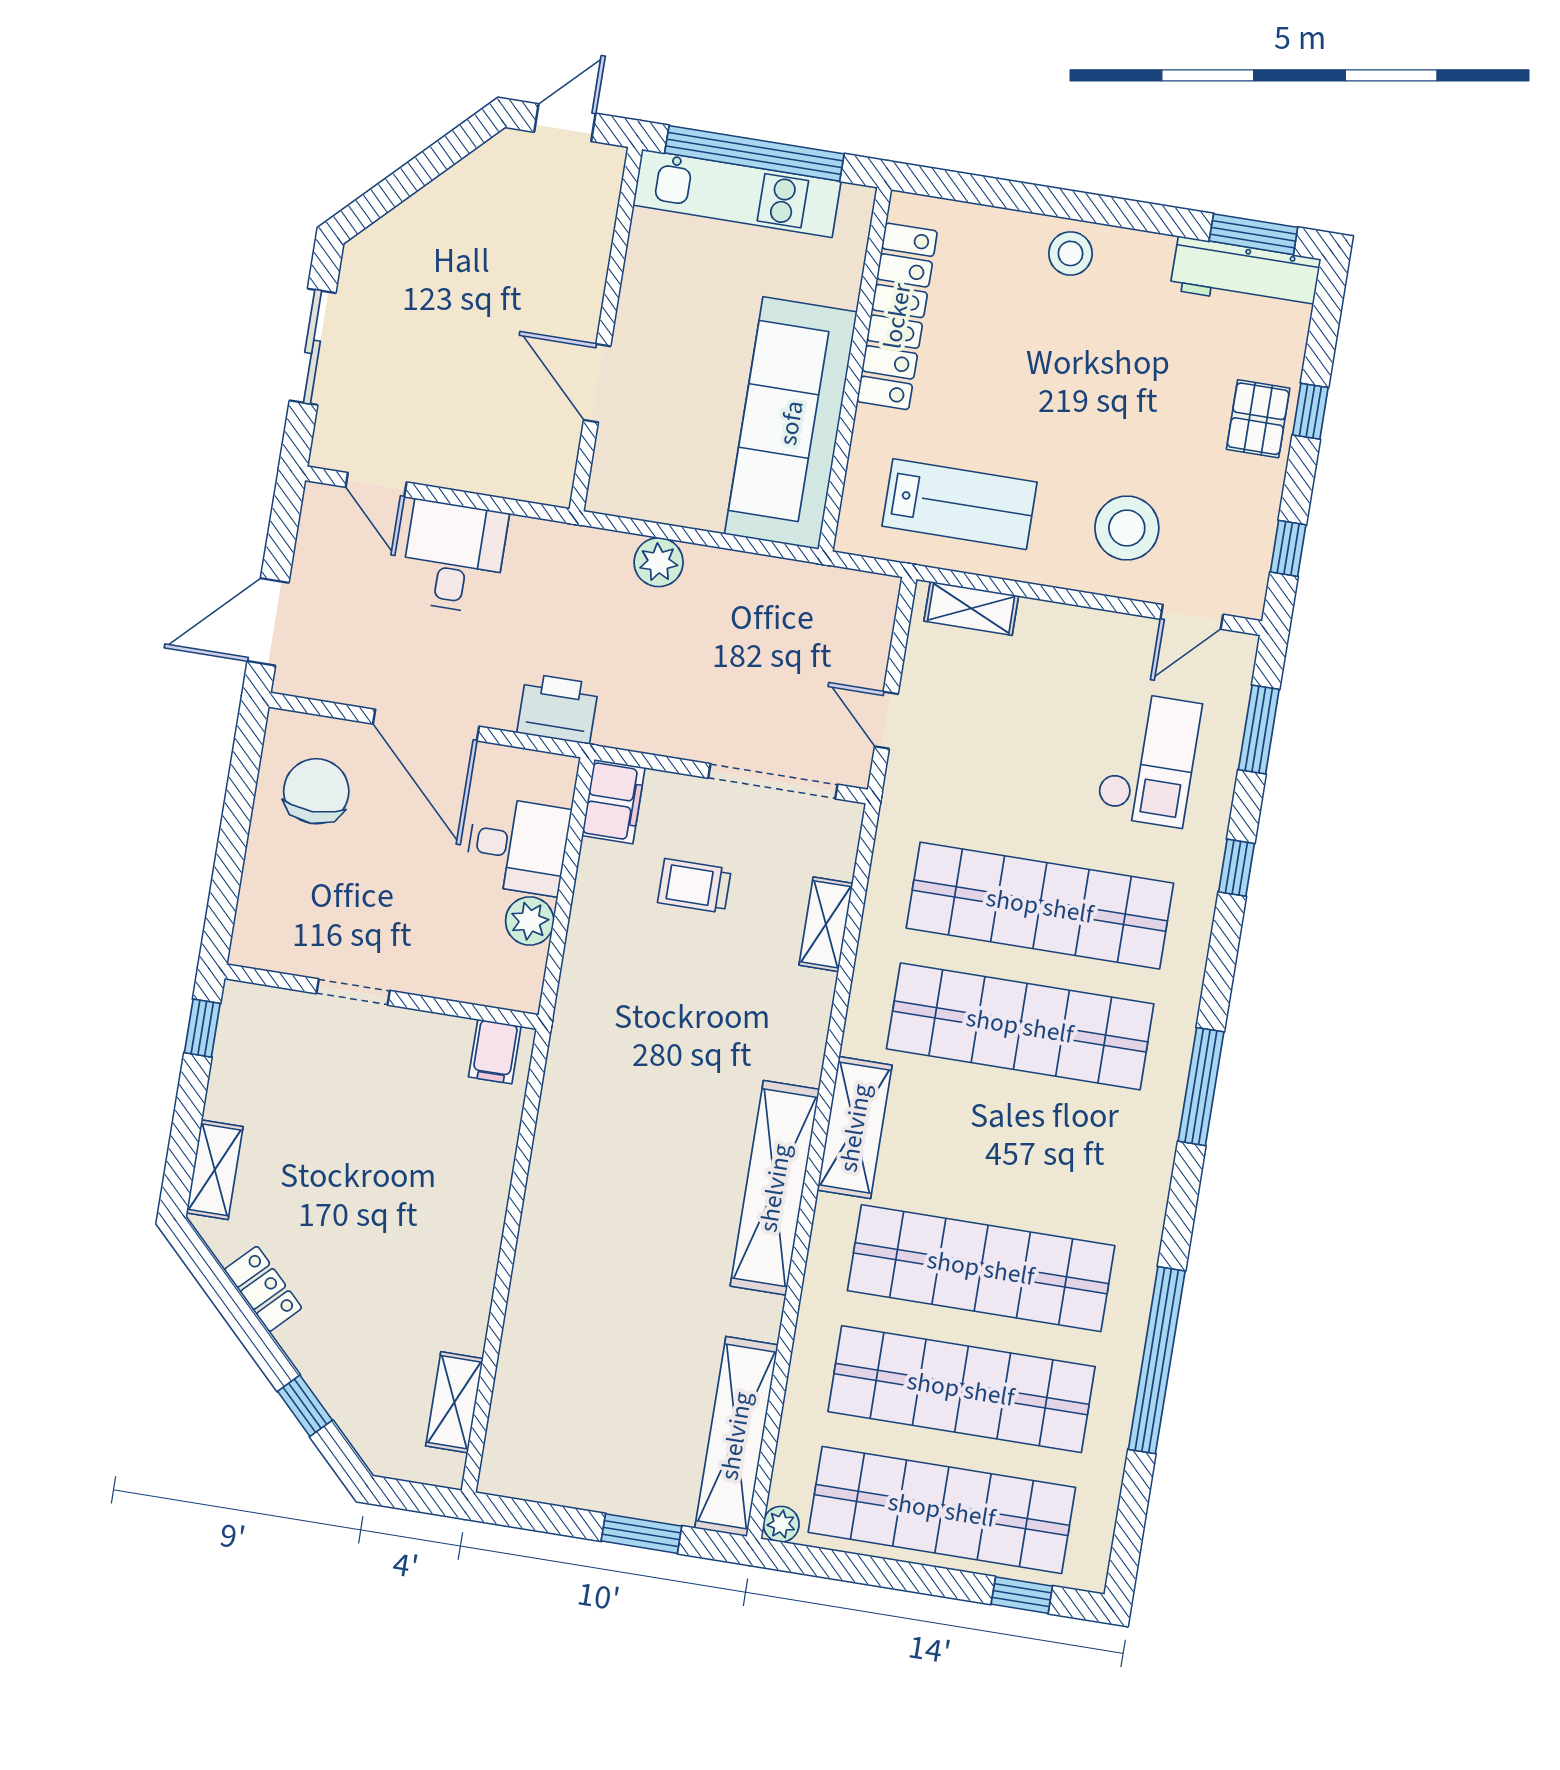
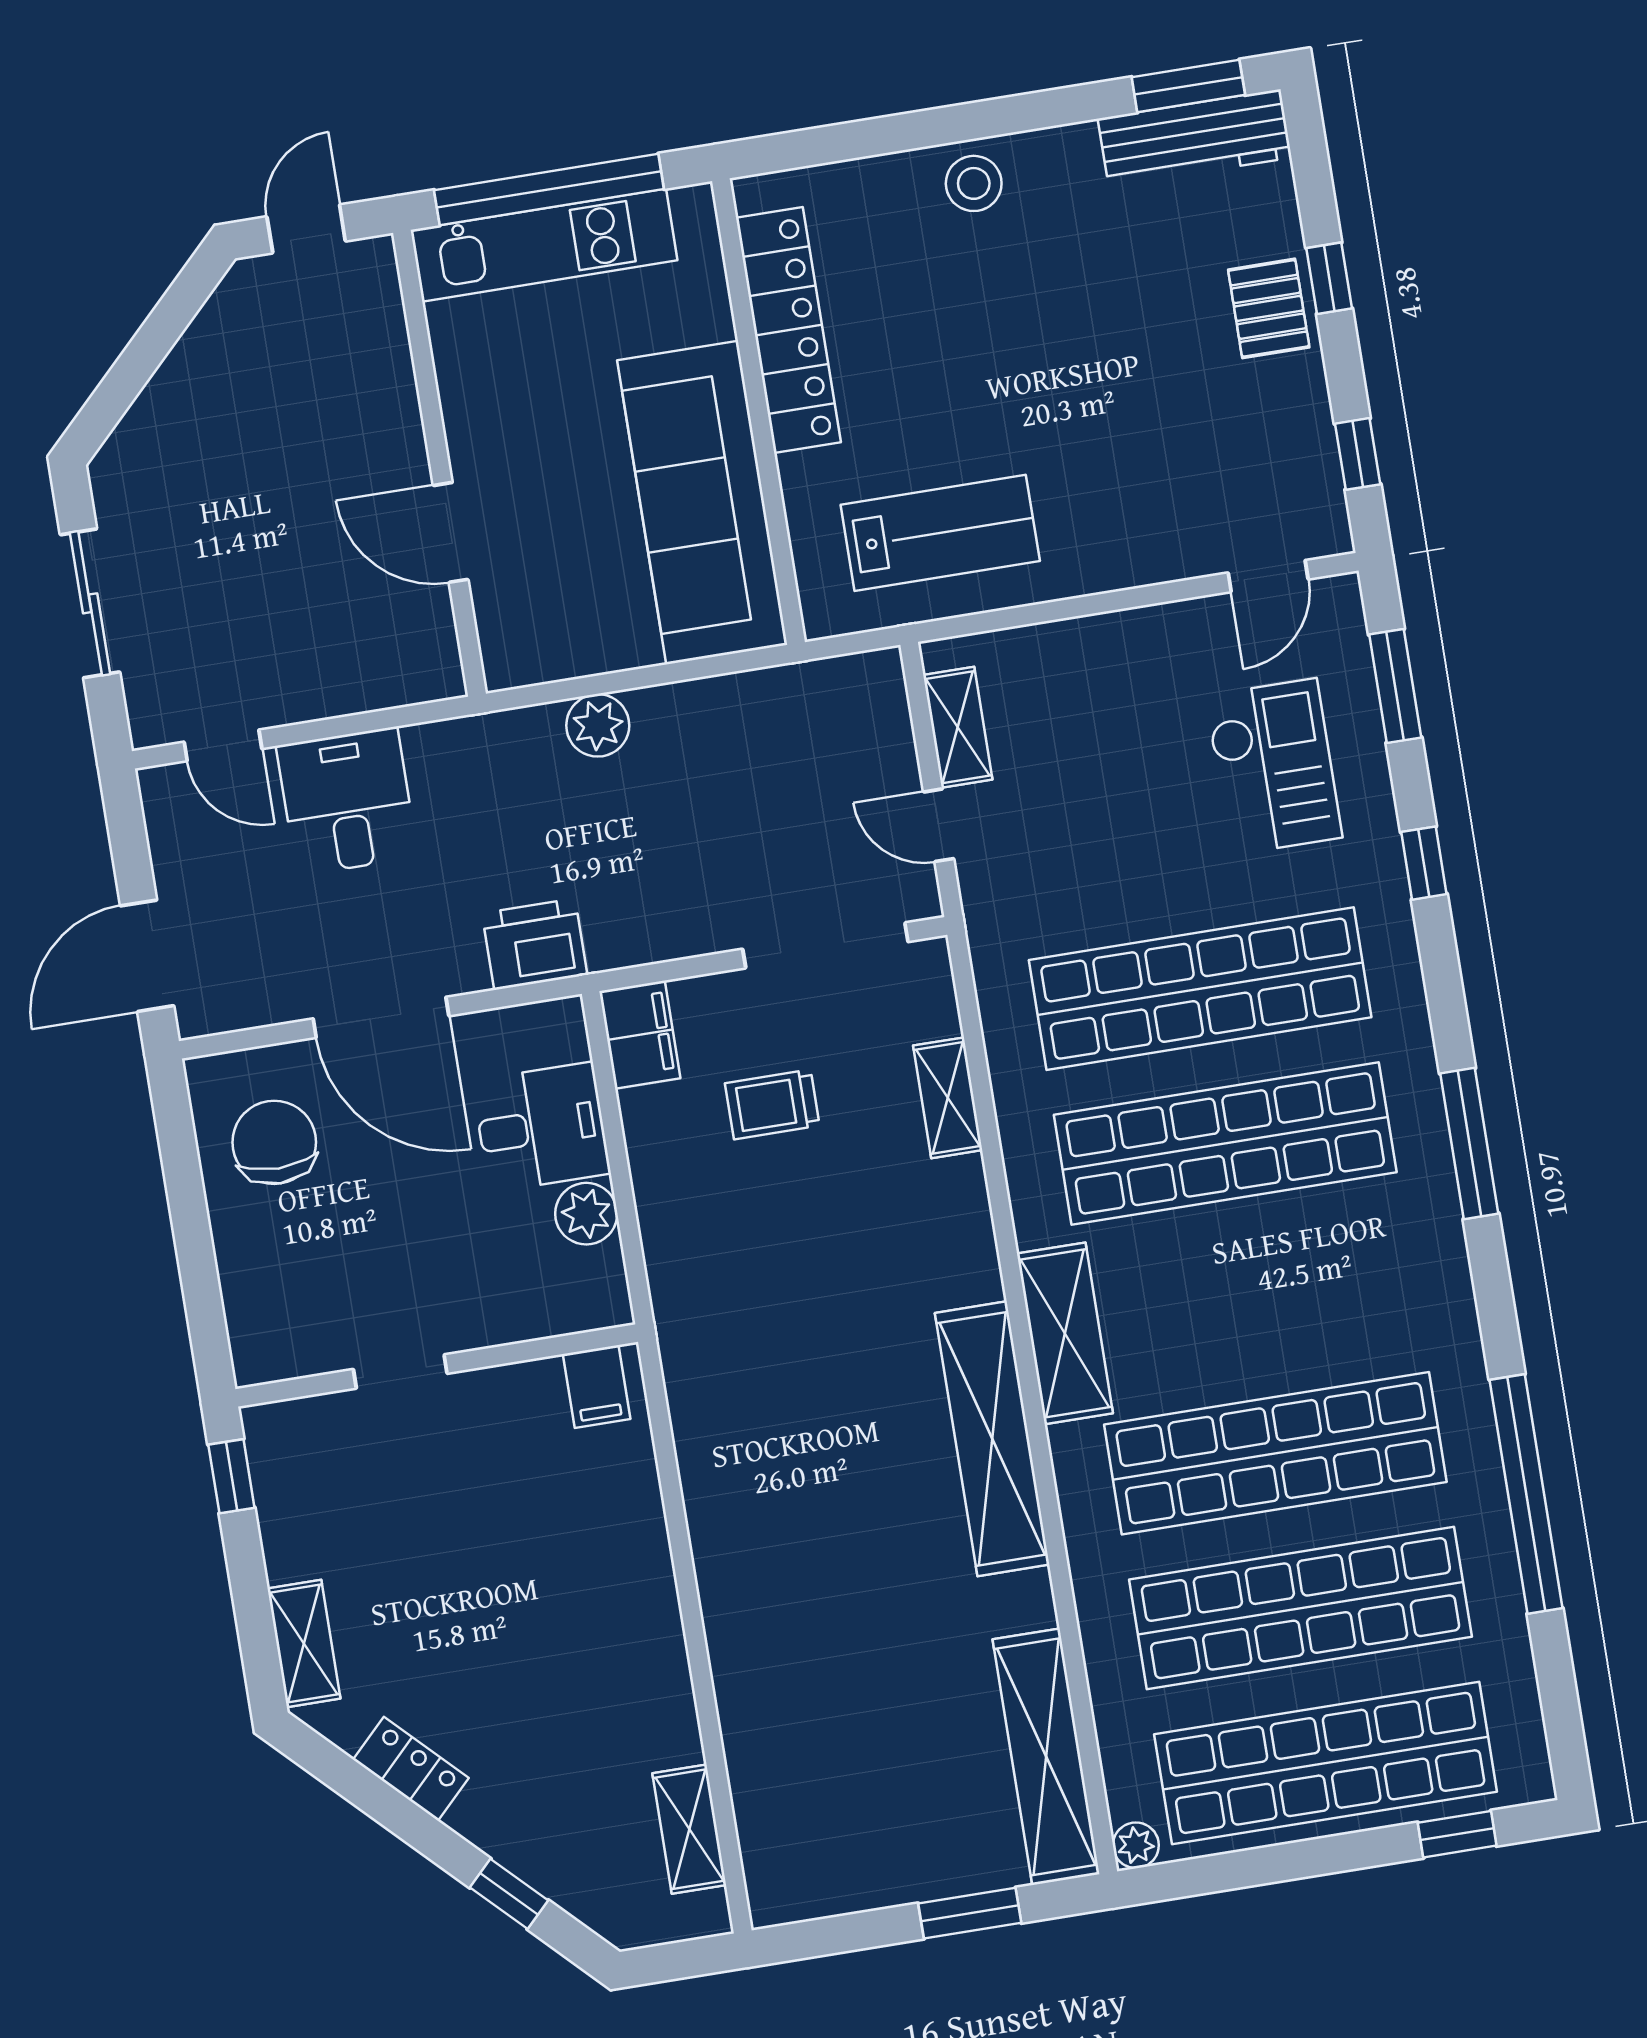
stool: (1127, 528) -> (1153, 494), removed
shelving: (971, 608) -> (958, 727), moved, turned 90

